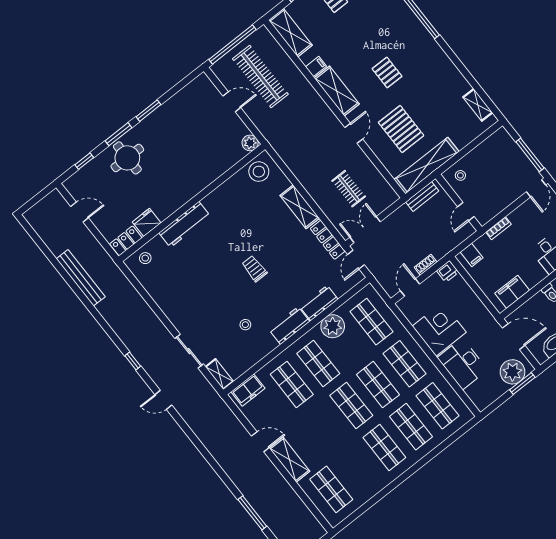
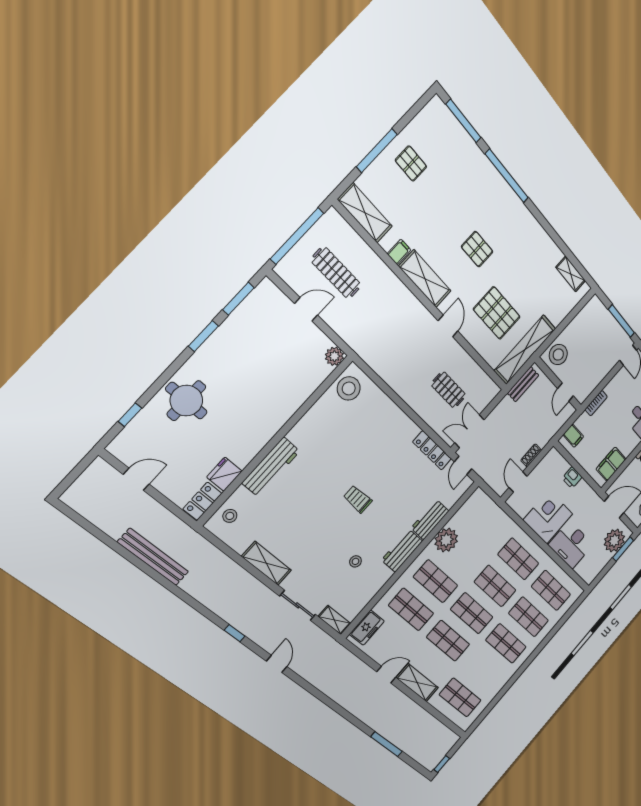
clothes rail: (260, 76) -> (336, 273), width x0.73, depth x0.76
window: (119, 134) -> (238, 299), moved
stool: (460, 175) -> (558, 355), width x1.89, depth x1.89
shelving: (300, 207) -> (267, 563), moved
printer: (448, 271) -> (572, 478), moved, turned 90
shop shelf: (371, 322) -> (448, 641), moved
door: (163, 400) -> (277, 664), swing flipped

